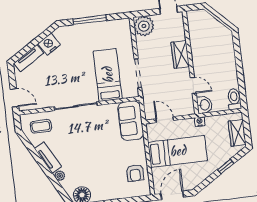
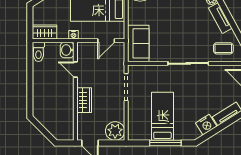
bed: (108, 75) -> (162, 116), moved, turned 180
door: (165, 120) -> (106, 41), hinge flipped
wardrobe: (237, 133) -> (45, 32), moved, turned -90

